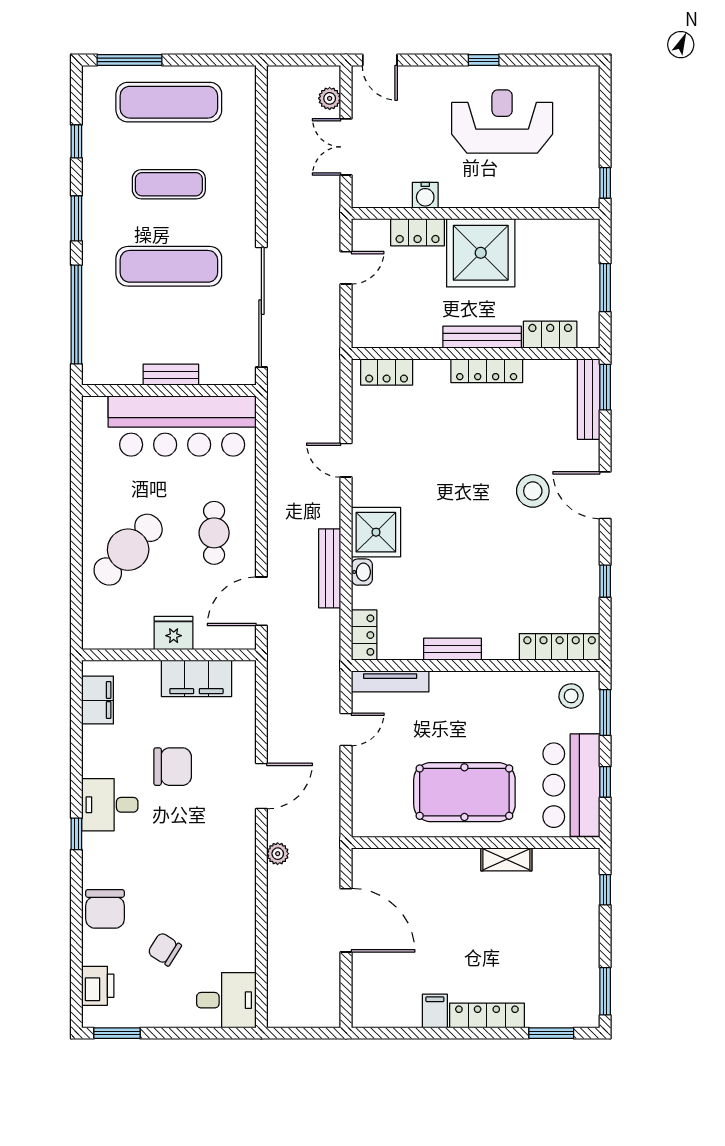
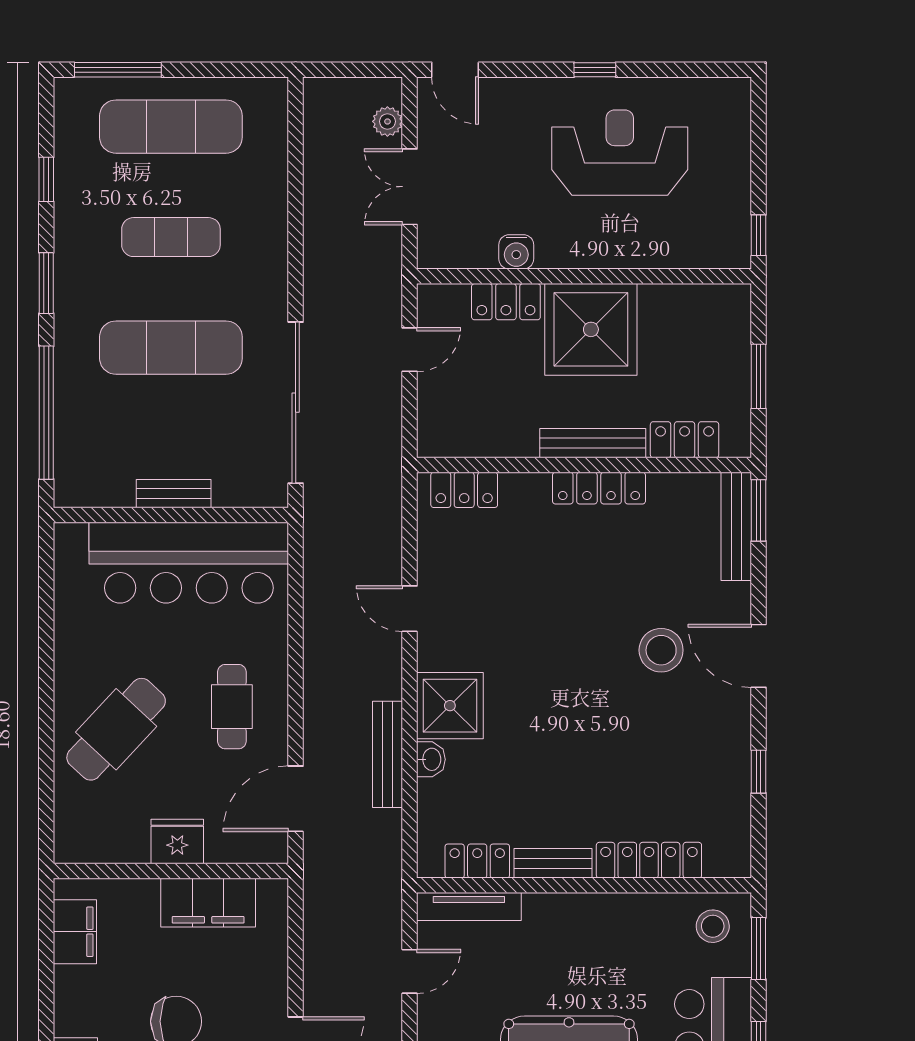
locker: (364, 635) -> (477, 861), moved, turned -90
locker: (560, 647) -> (649, 860), moved

